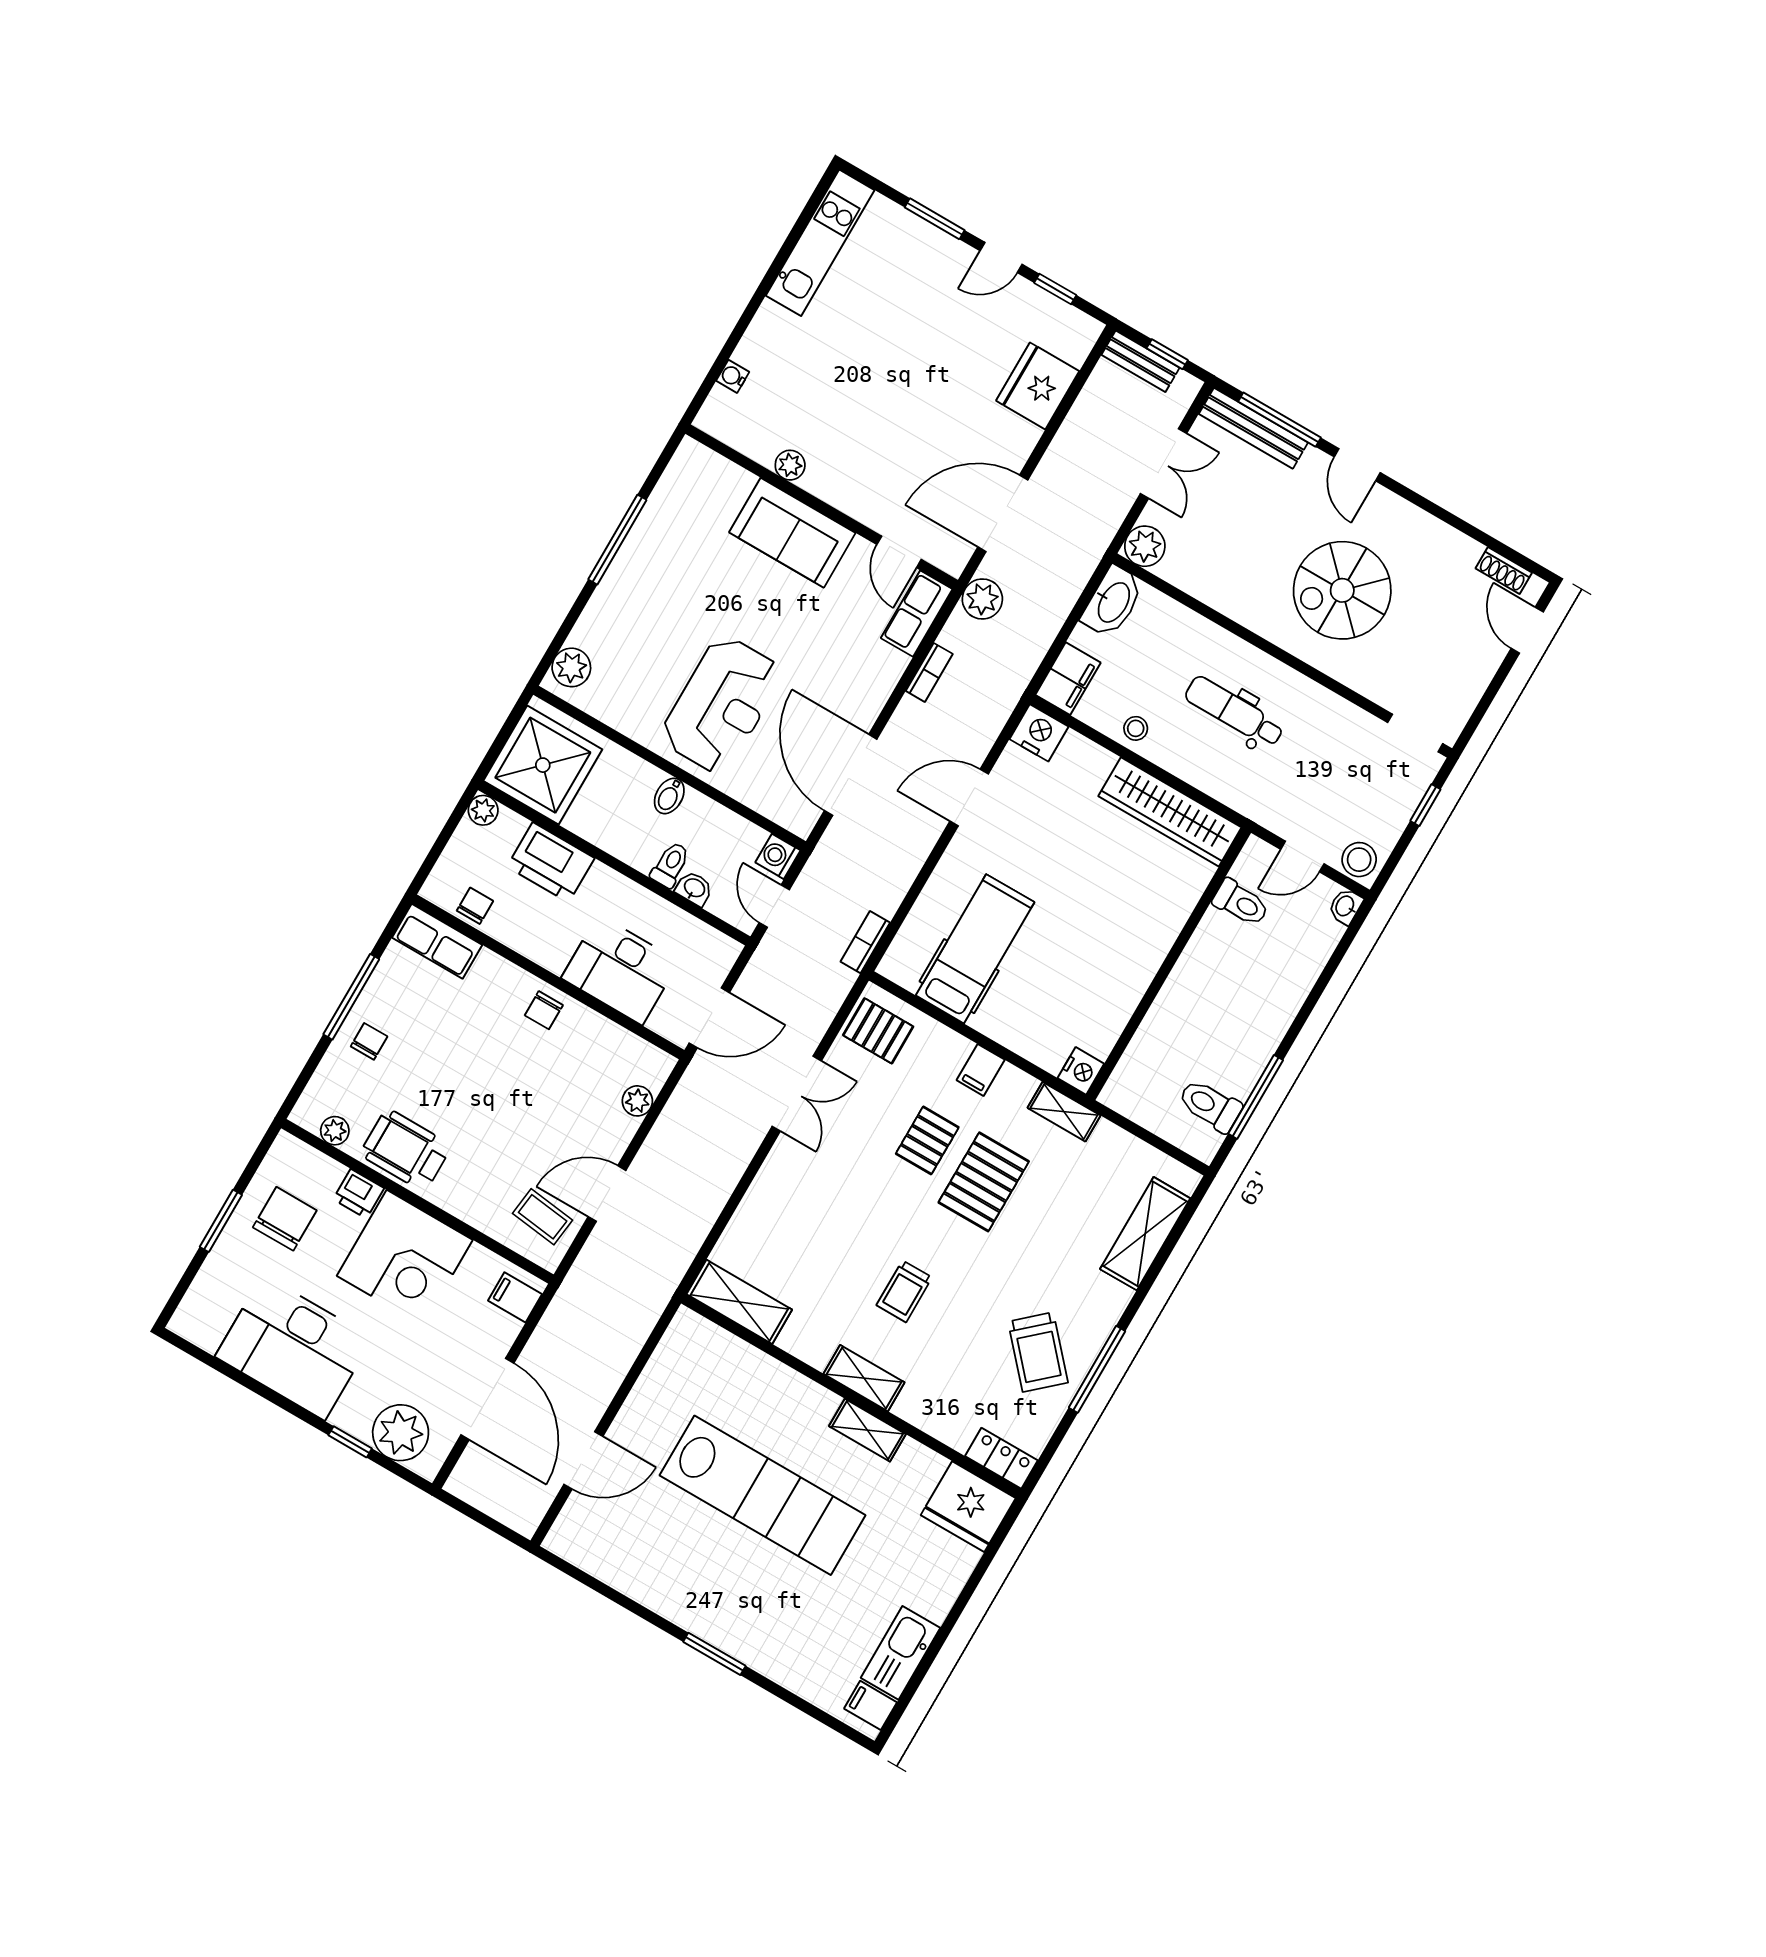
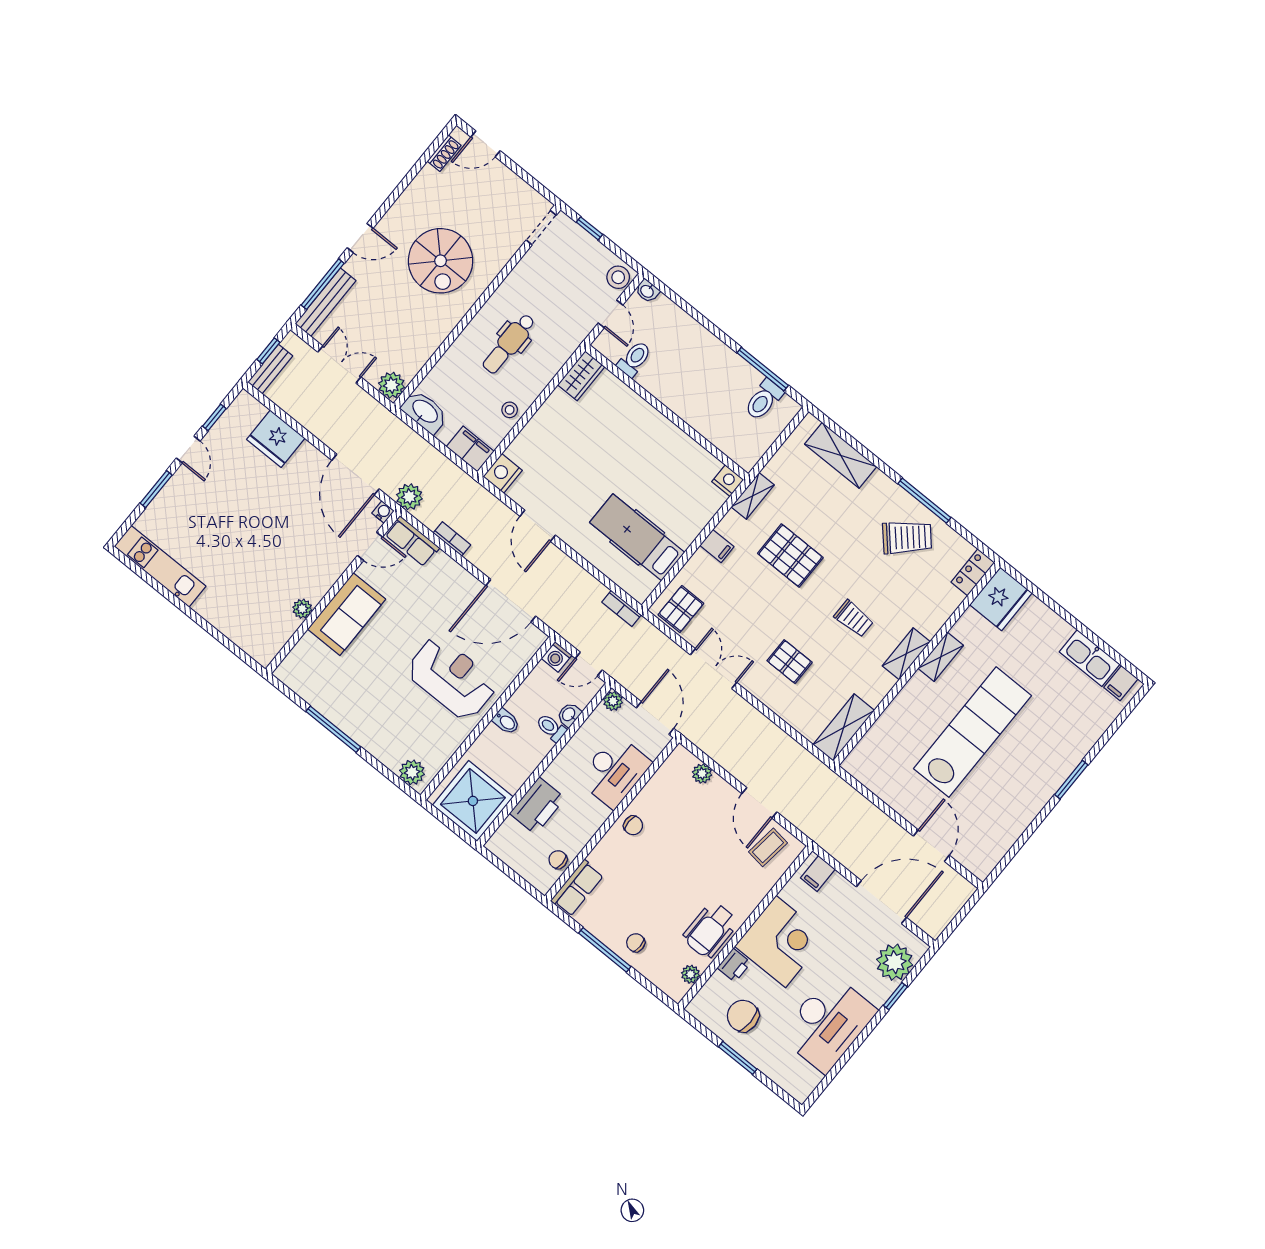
water cooler: (733, 376) -> (383, 512), moved, turned 180
plant: (483, 810) -> (613, 701), moved
wardrobe: (1170, 812) -> (581, 376), width x0.48, depth x0.85
pallet: (927, 1140) -> (790, 662), moved

